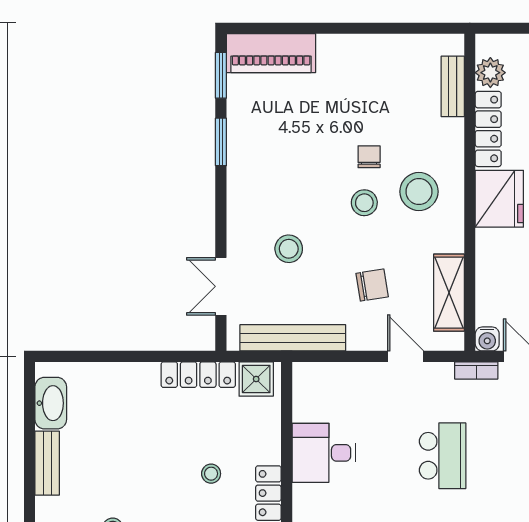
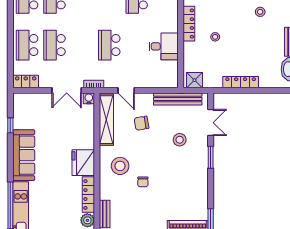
window: (221, 142) -> (211, 157), moved
stool: (364, 203) -> (145, 161), removed
shelving: (449, 293) -> (106, 120), width x1.47
locker: (198, 375) -> (241, 82), moved

